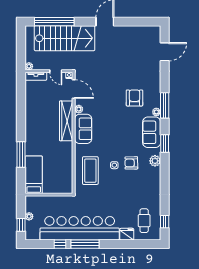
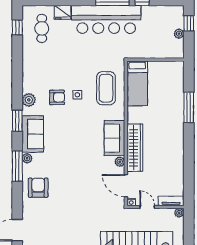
armchair: (134, 98) -> (38, 188), moved, turned 180
bed: (34, 175) -> (137, 83), moved
bar counter: (80, 228) -> (106, 19), width x0.73

